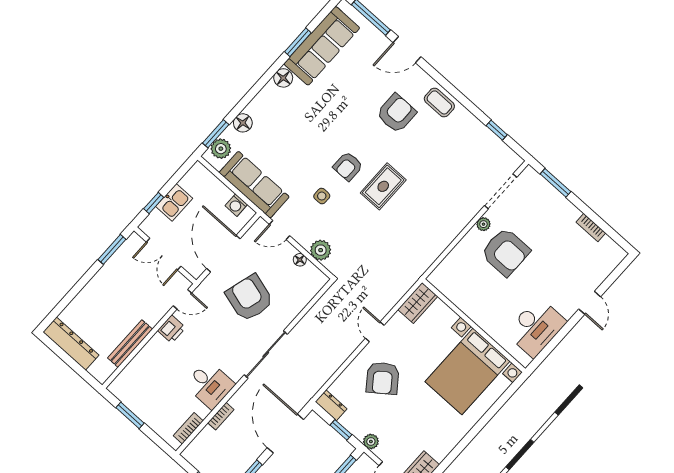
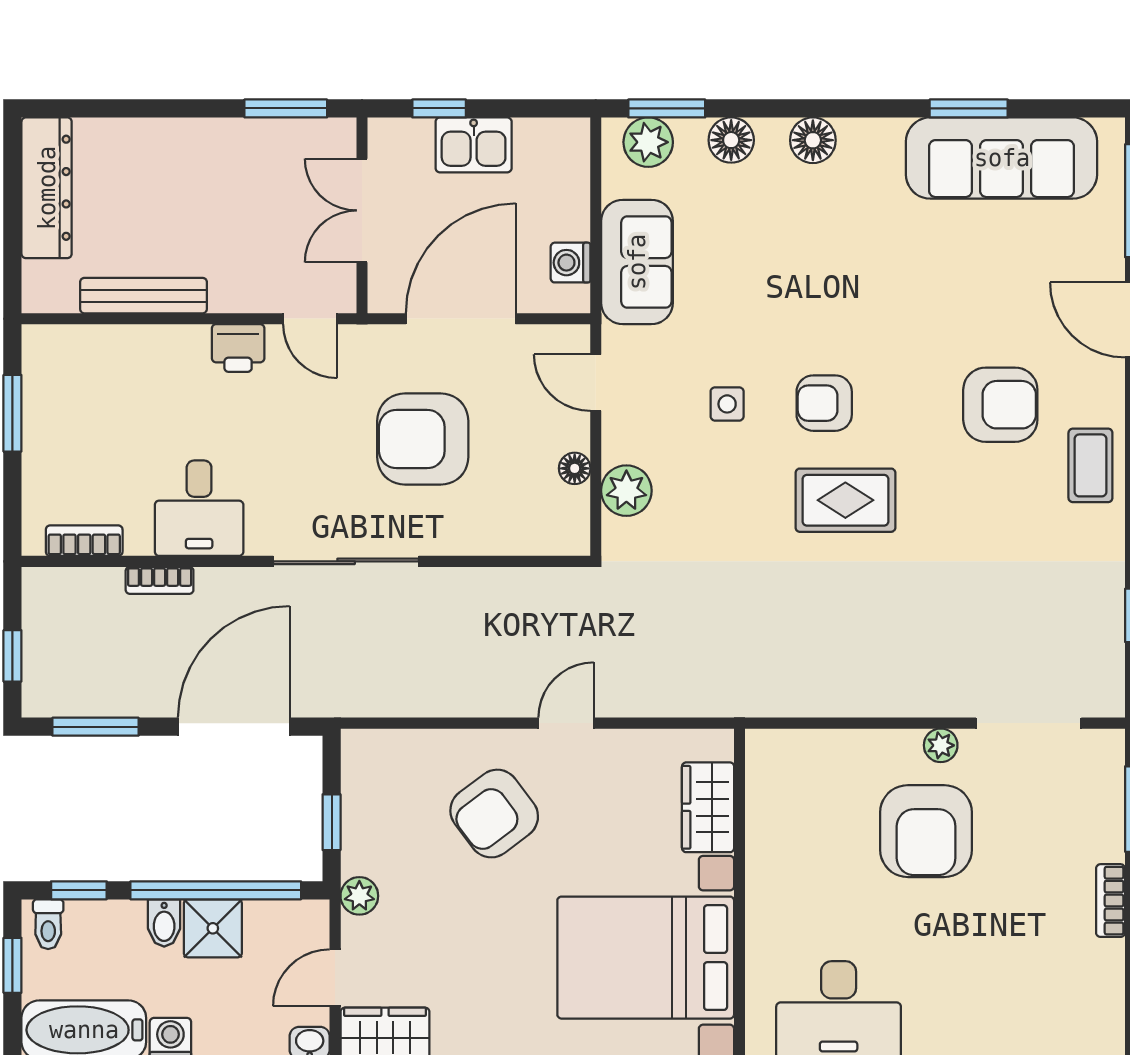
floor lamp: (283, 78) -> (813, 140), moved
sofa: (254, 185) -> (637, 262), width x0.73
bookcase: (591, 228) -> (1111, 901), moved
armchair: (250, 298) -> (423, 439), turned -106
wardrobe: (418, 303) -> (708, 807), moved, turned 90
dresser: (331, 405) -> (360, 764), removed

